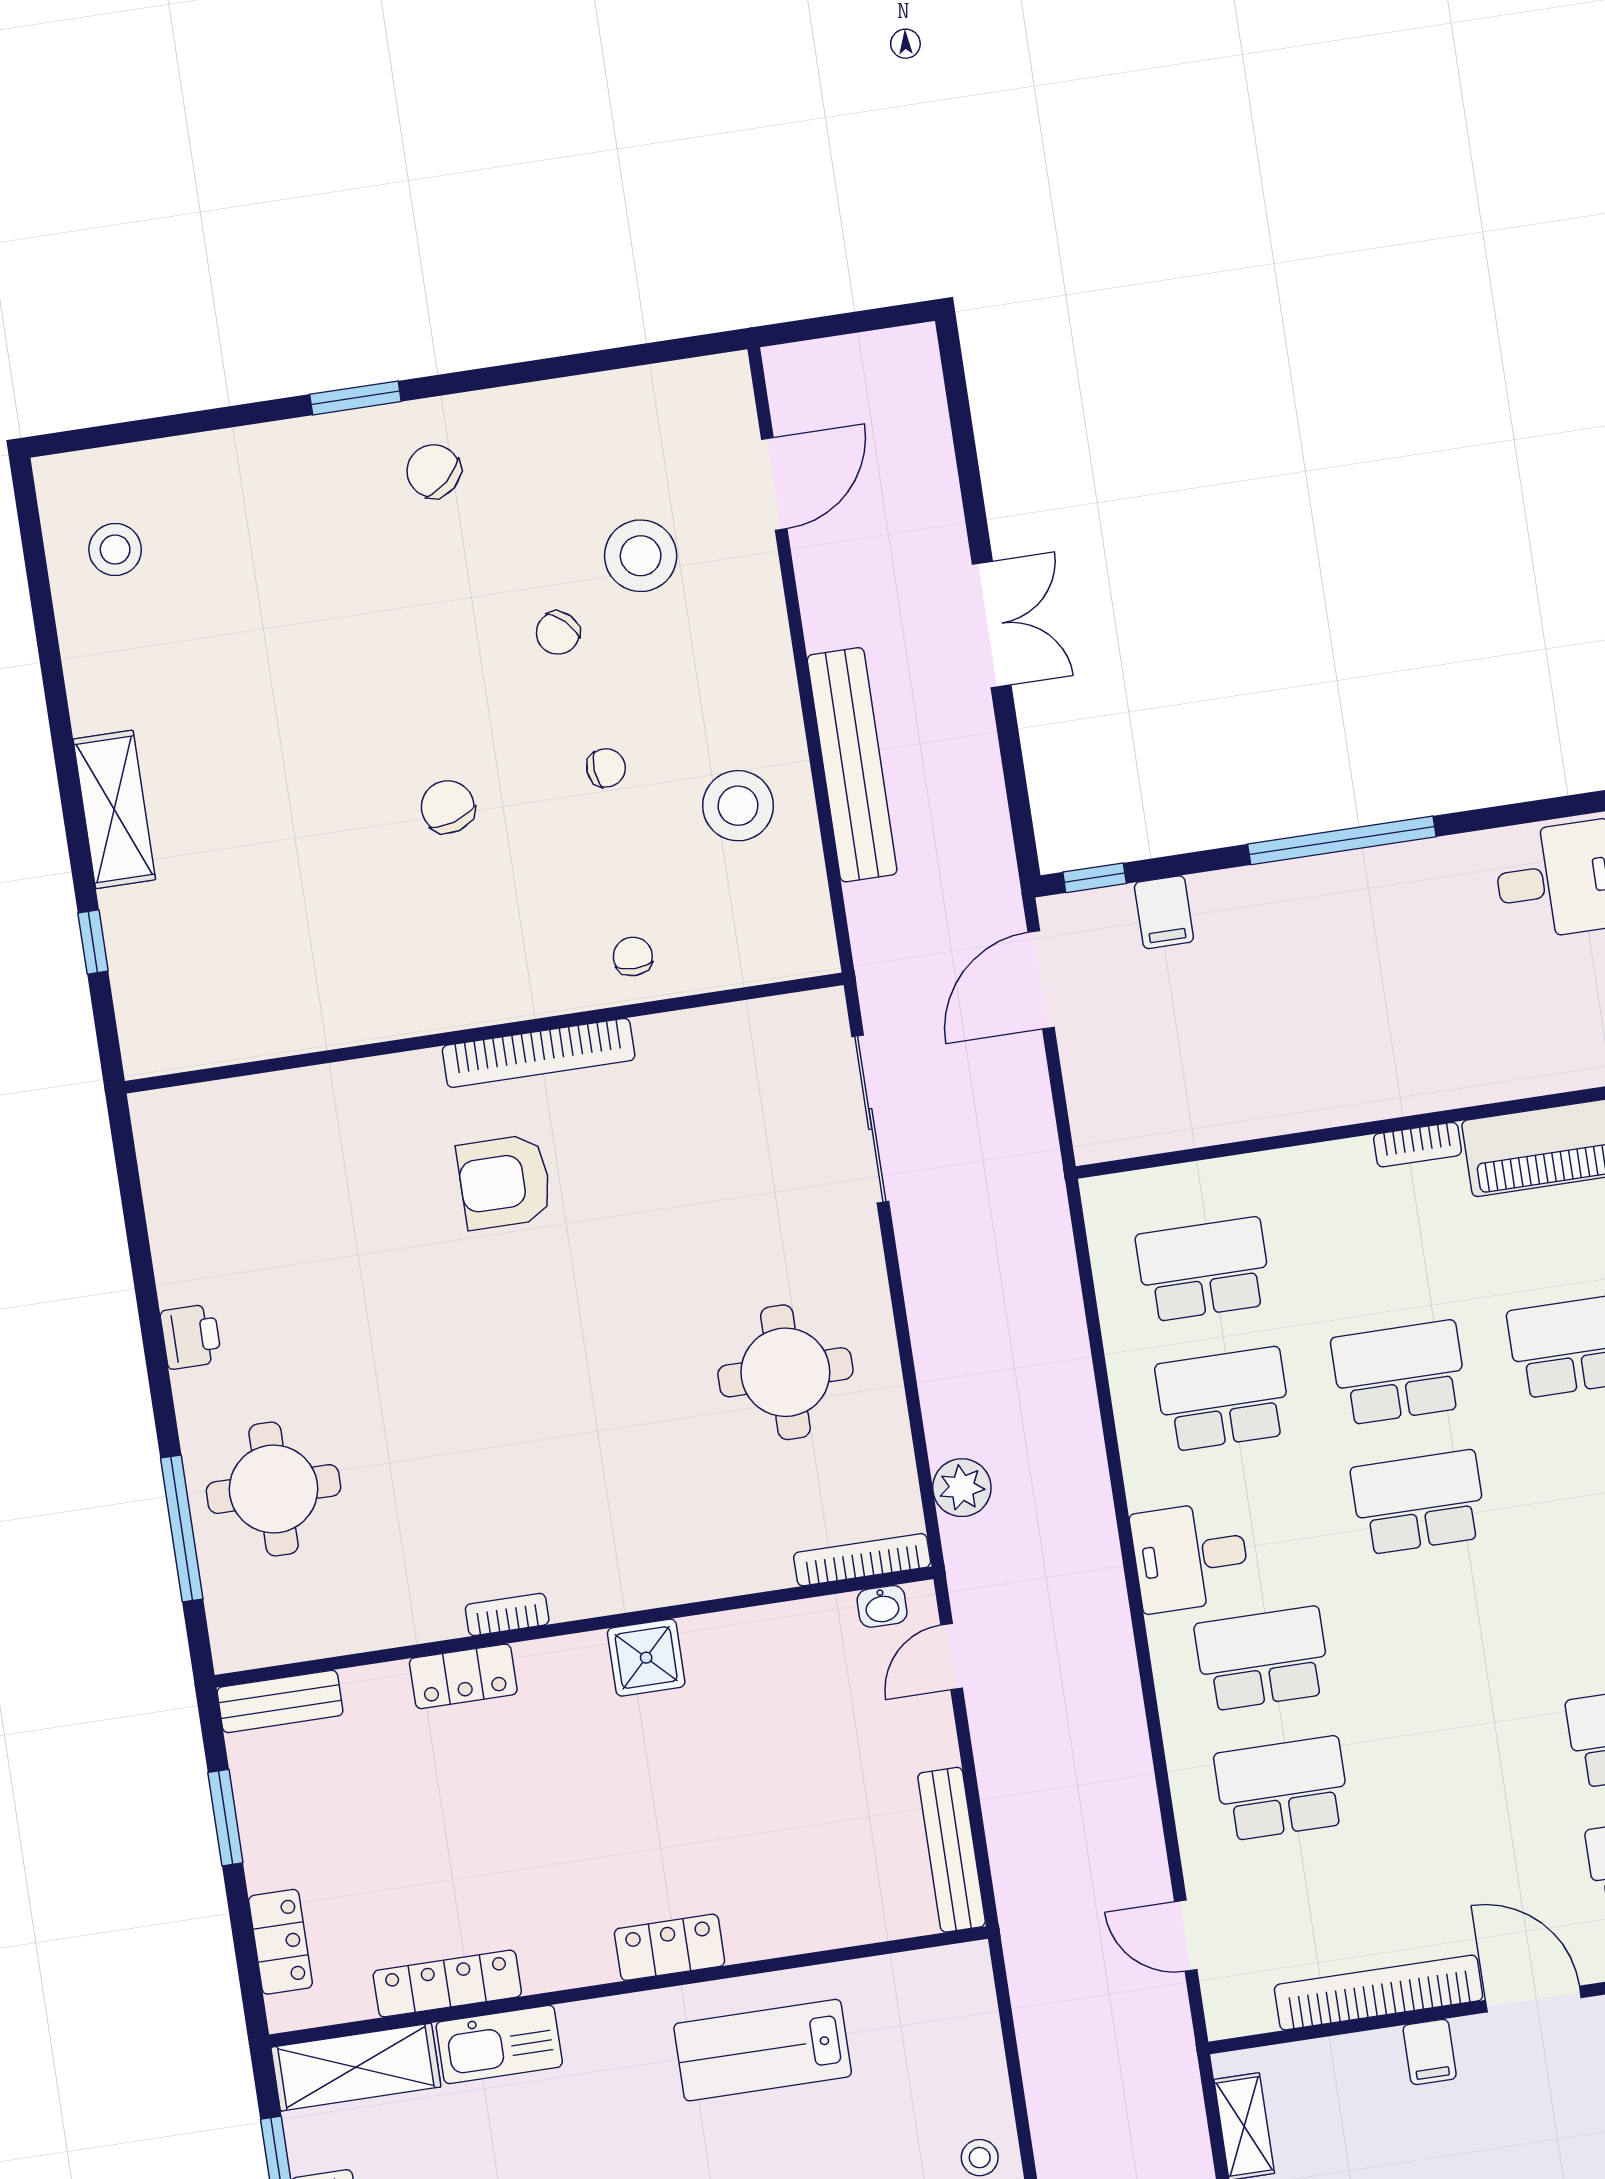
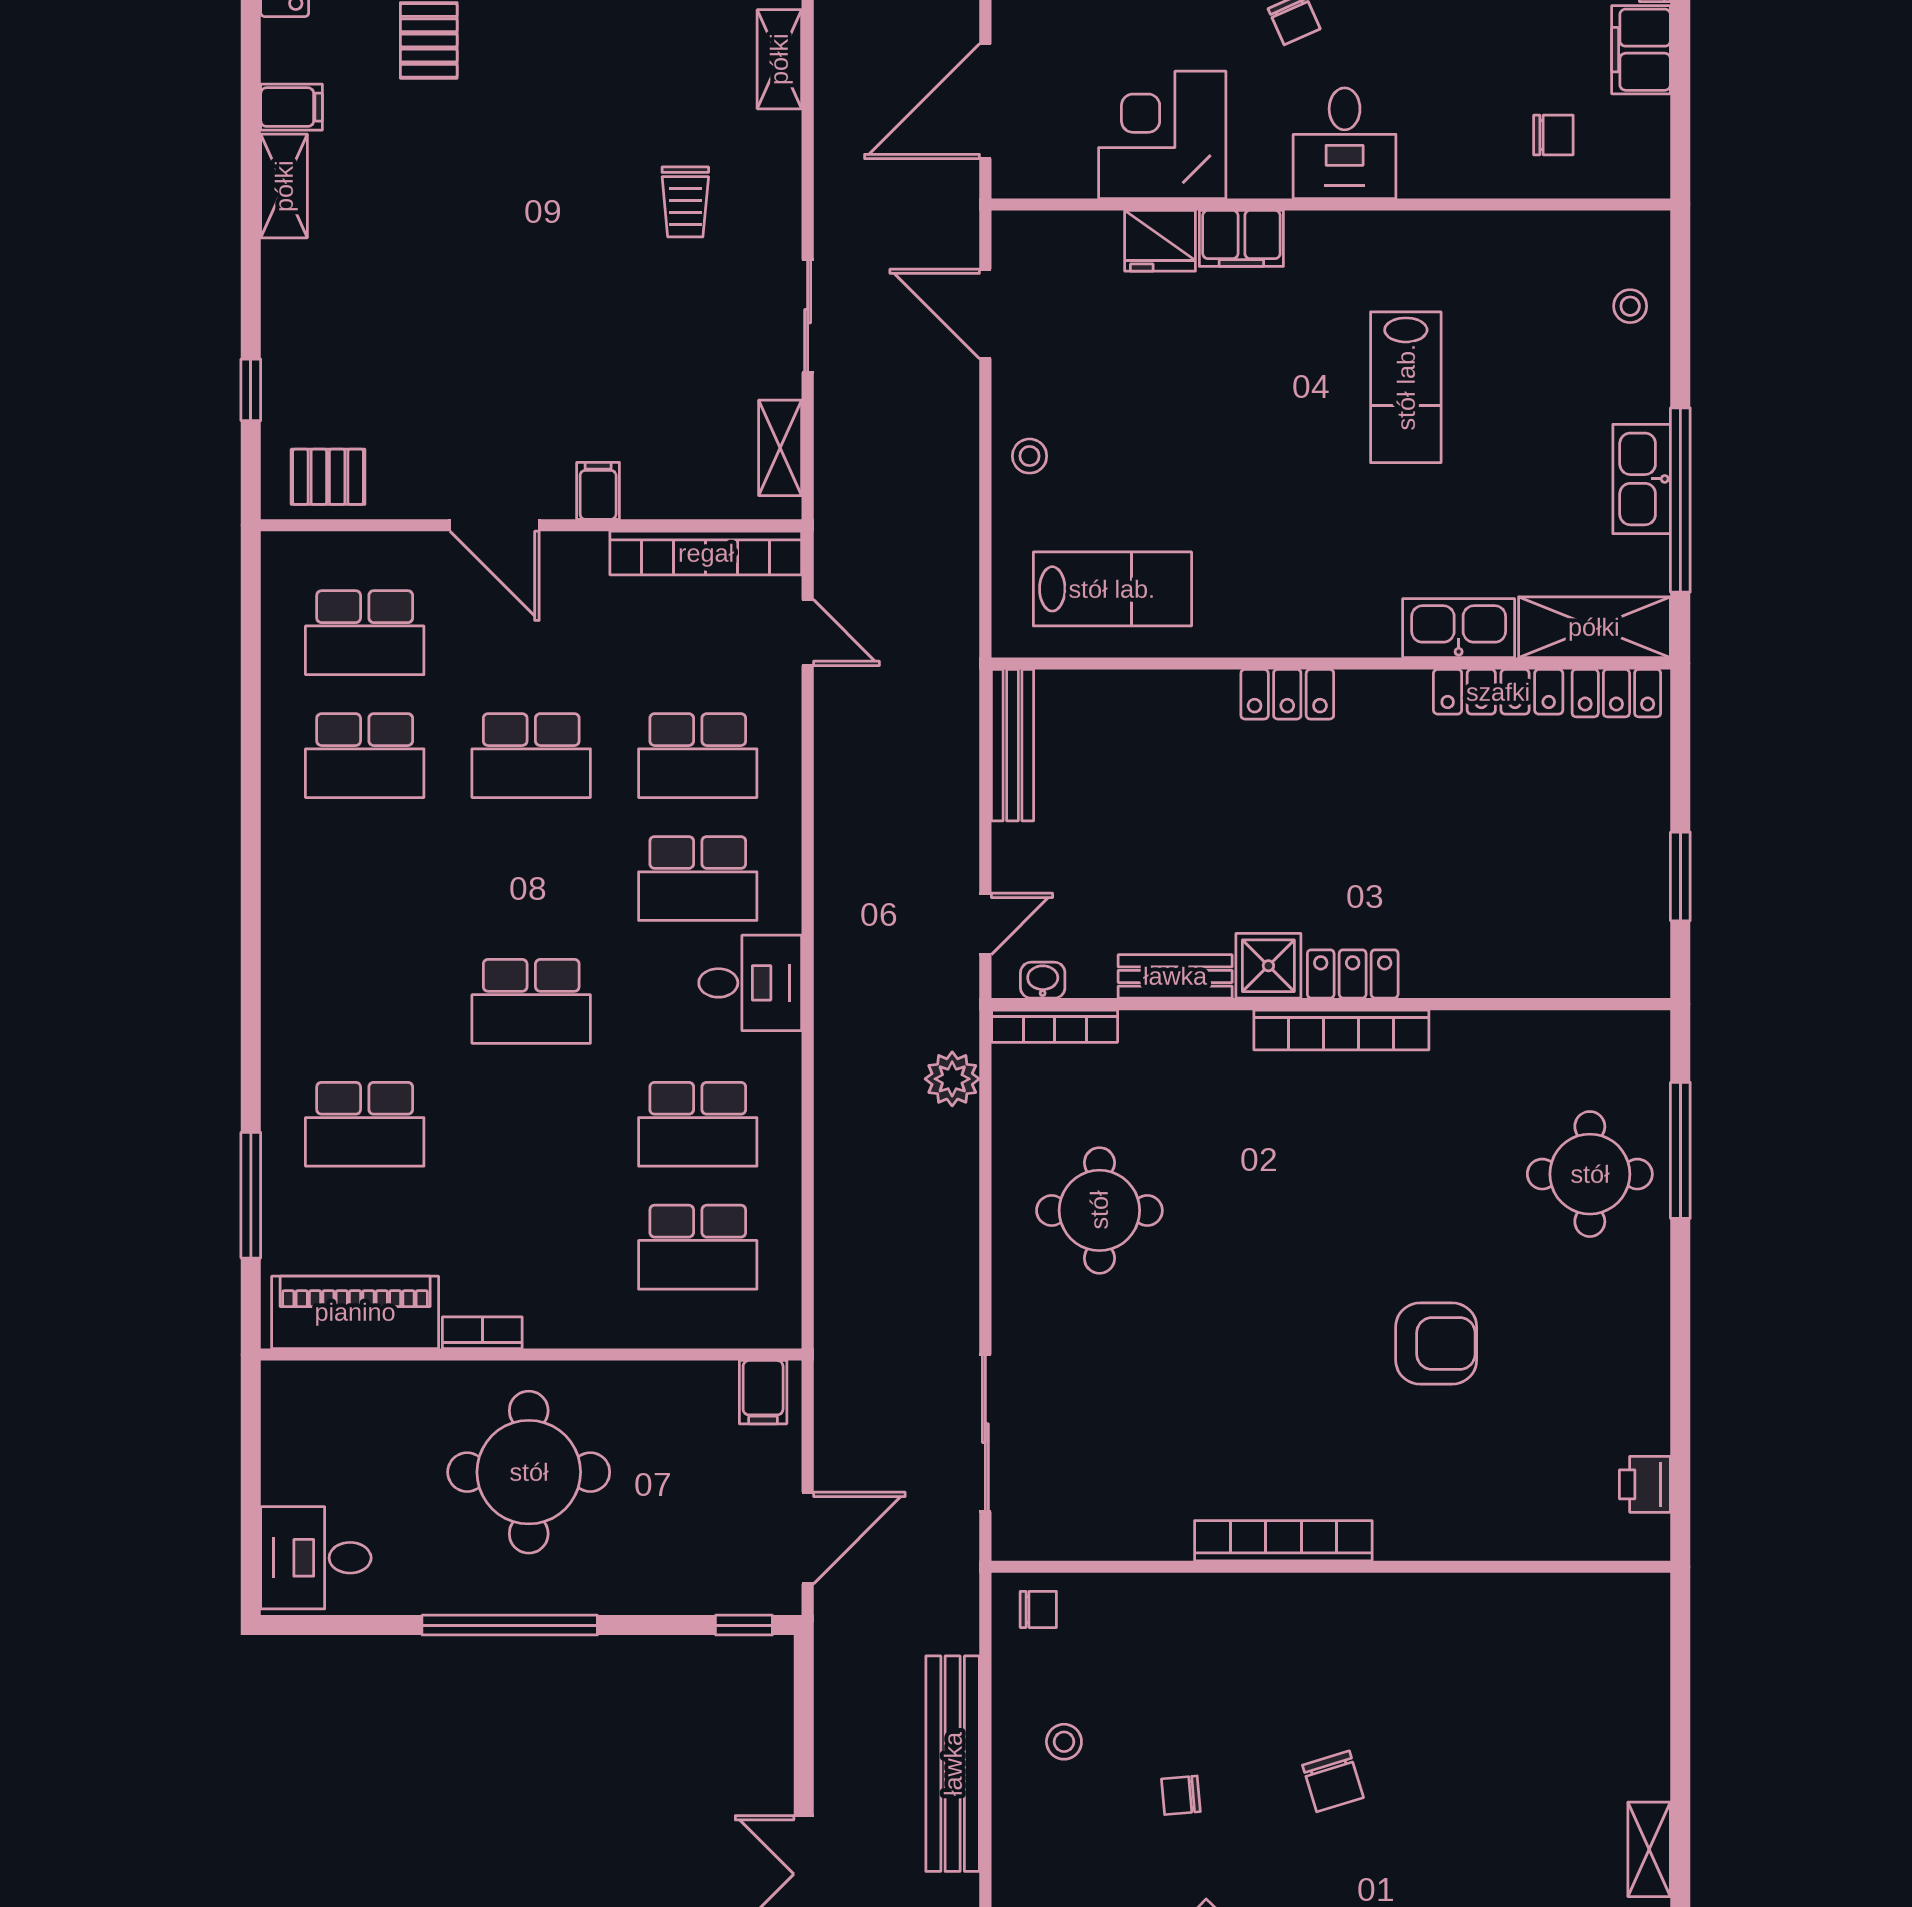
stool: (738, 806) -> (1064, 1742), width x0.53, depth x0.53
shelving: (114, 809) -> (1649, 1849), width x0.67, depth x0.75
filing cabinet: (1164, 912) -> (763, 1392), moved, turned 180
window: (93, 942) -> (1680, 1706), removed
chair: (633, 956) -> (1038, 1609), moved, turned -90
round table: (1346, 1005) -> (529, 1472), added
armchair: (505, 1182) -> (1436, 1343), moved
printer: (191, 1337) -> (1645, 1484), moved
school desk: (1399, 1373) -> (531, 756), moved
bookcase: (507, 1614) -> (1341, 1030), width x2.31, depth x1.31
locker: (463, 1676) -> (1353, 974), moved
bench: (280, 1701) -> (1175, 976), moved
locker: (280, 1942) -> (1616, 693), moved, turned -90
bookcase: (1379, 1993) -> (706, 553), moved
lab bench: (763, 2050) -> (1112, 589), moved

